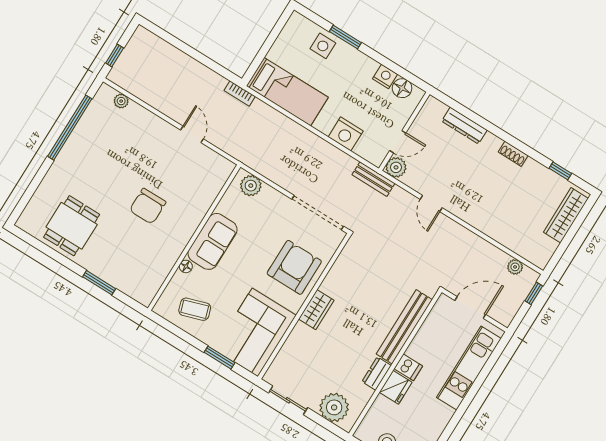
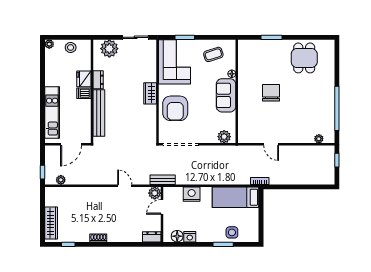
dresser: (464, 126) -> (152, 237), moved, width x0.70

